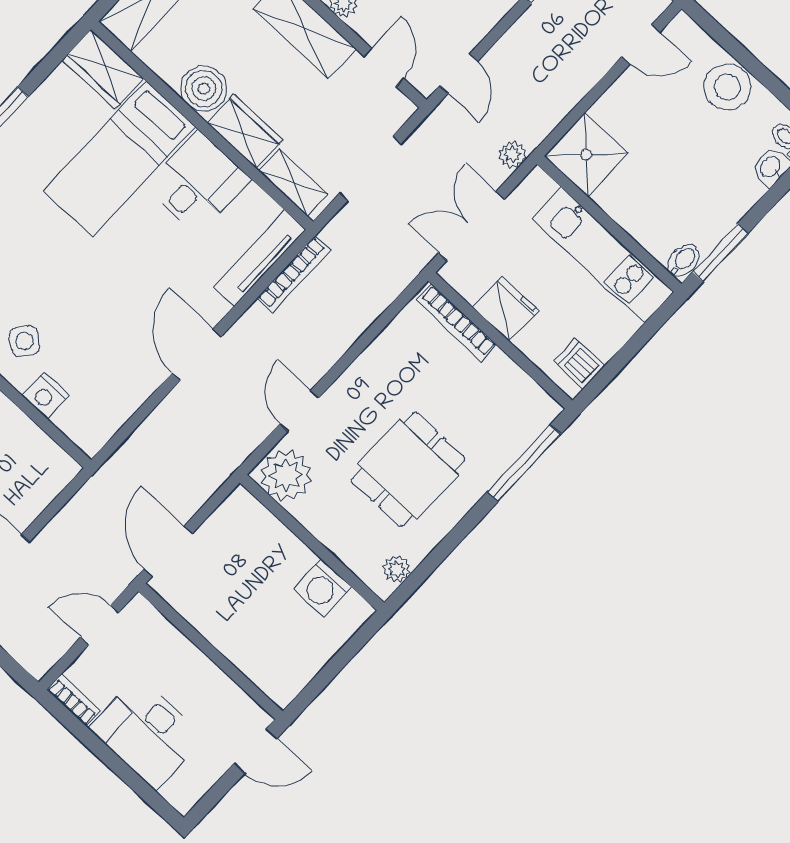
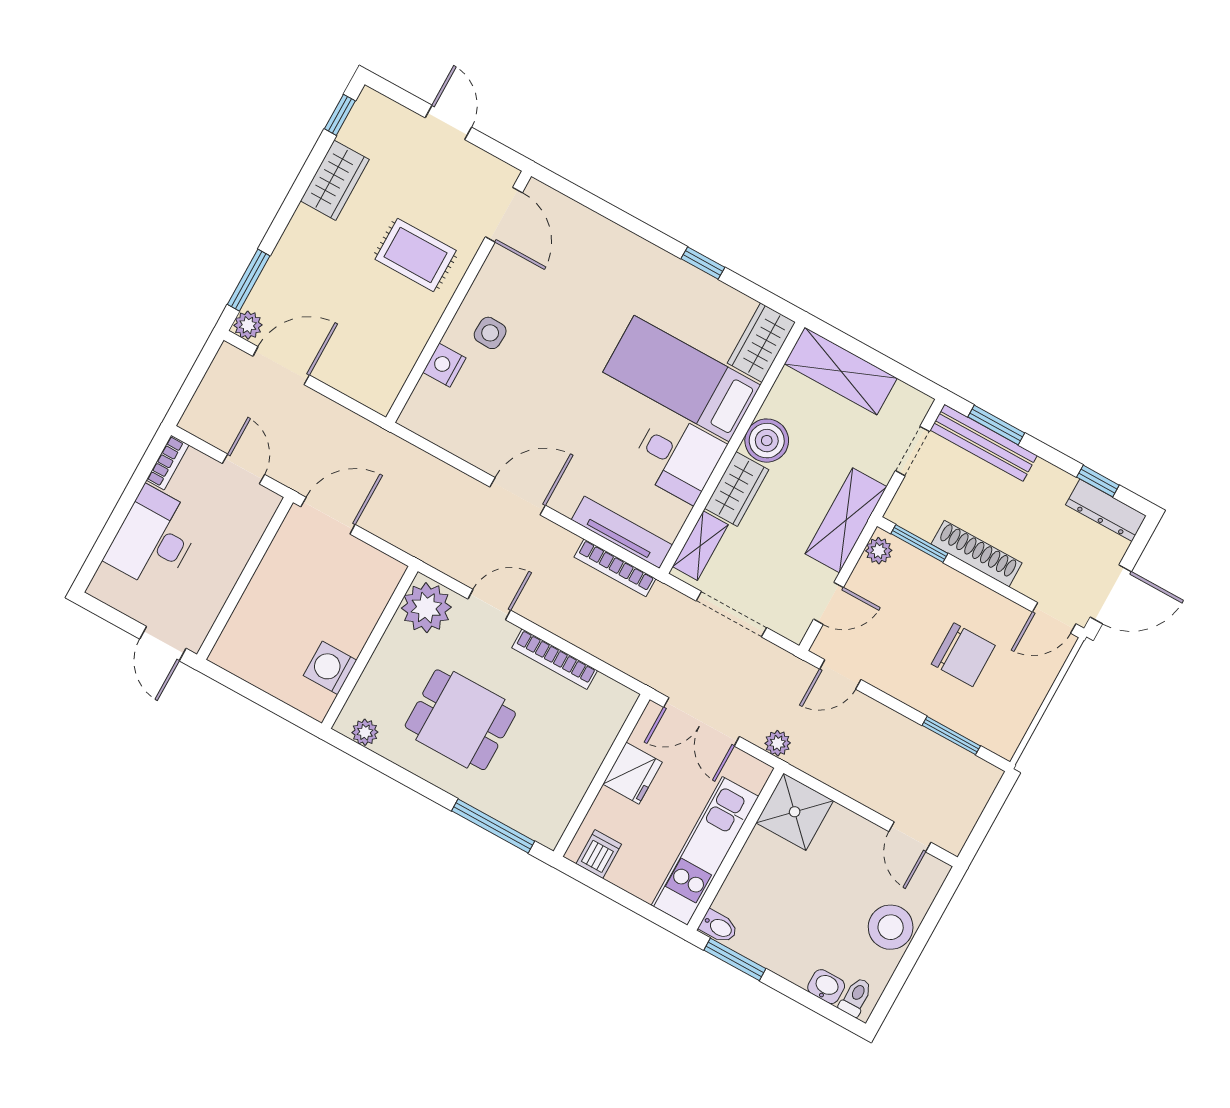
double door: (472, 226) -> (702, 722), swing flipped
bookcase: (457, 323) -> (555, 659), moved, turned -90
side table: (24, 341) -> (490, 333), turned -35

